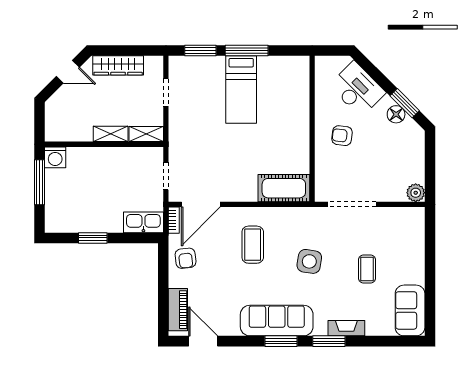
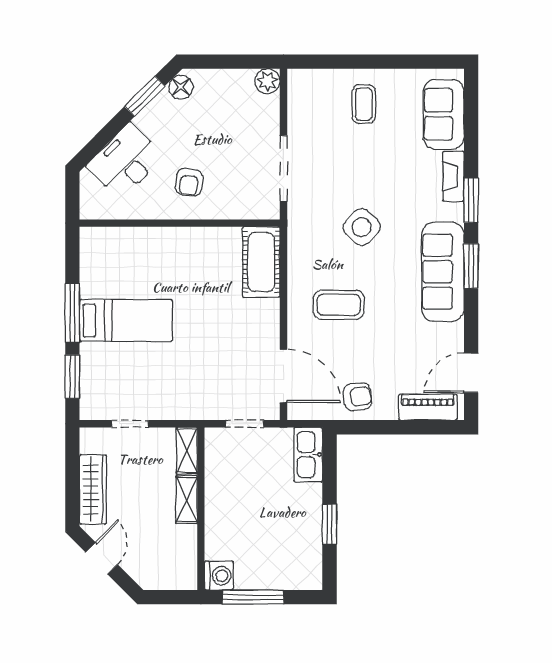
floor lamp: (396, 114) -> (181, 87), moved
bookcase: (174, 220) -> (305, 413), removed
side table: (309, 261) -> (362, 227), turned 34
coffee table: (367, 269) -> (364, 104), moved, turned 90
sofa: (410, 310) -> (444, 114), moved, turned 90

